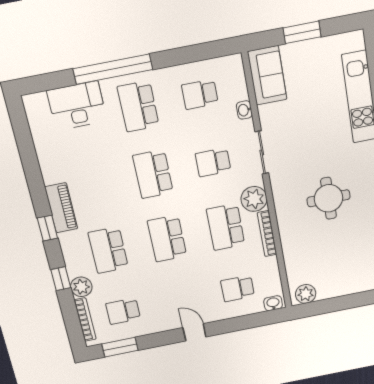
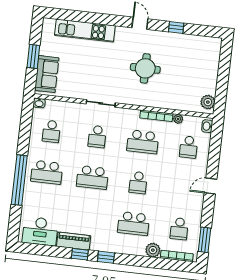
sofa: (267, 75) -> (47, 74), moved, turned 90
desk: (77, 106) -> (40, 231), moved, turned -90
washbasin: (244, 110) -> (39, 103), moved
plant: (254, 199) -> (178, 119), moved, width x0.53, depth x0.53
piano: (61, 208) -> (74, 241), moved
school desk: (167, 239) -> (138, 183), width x0.54
window: (61, 279) -> (80, 254), moved

